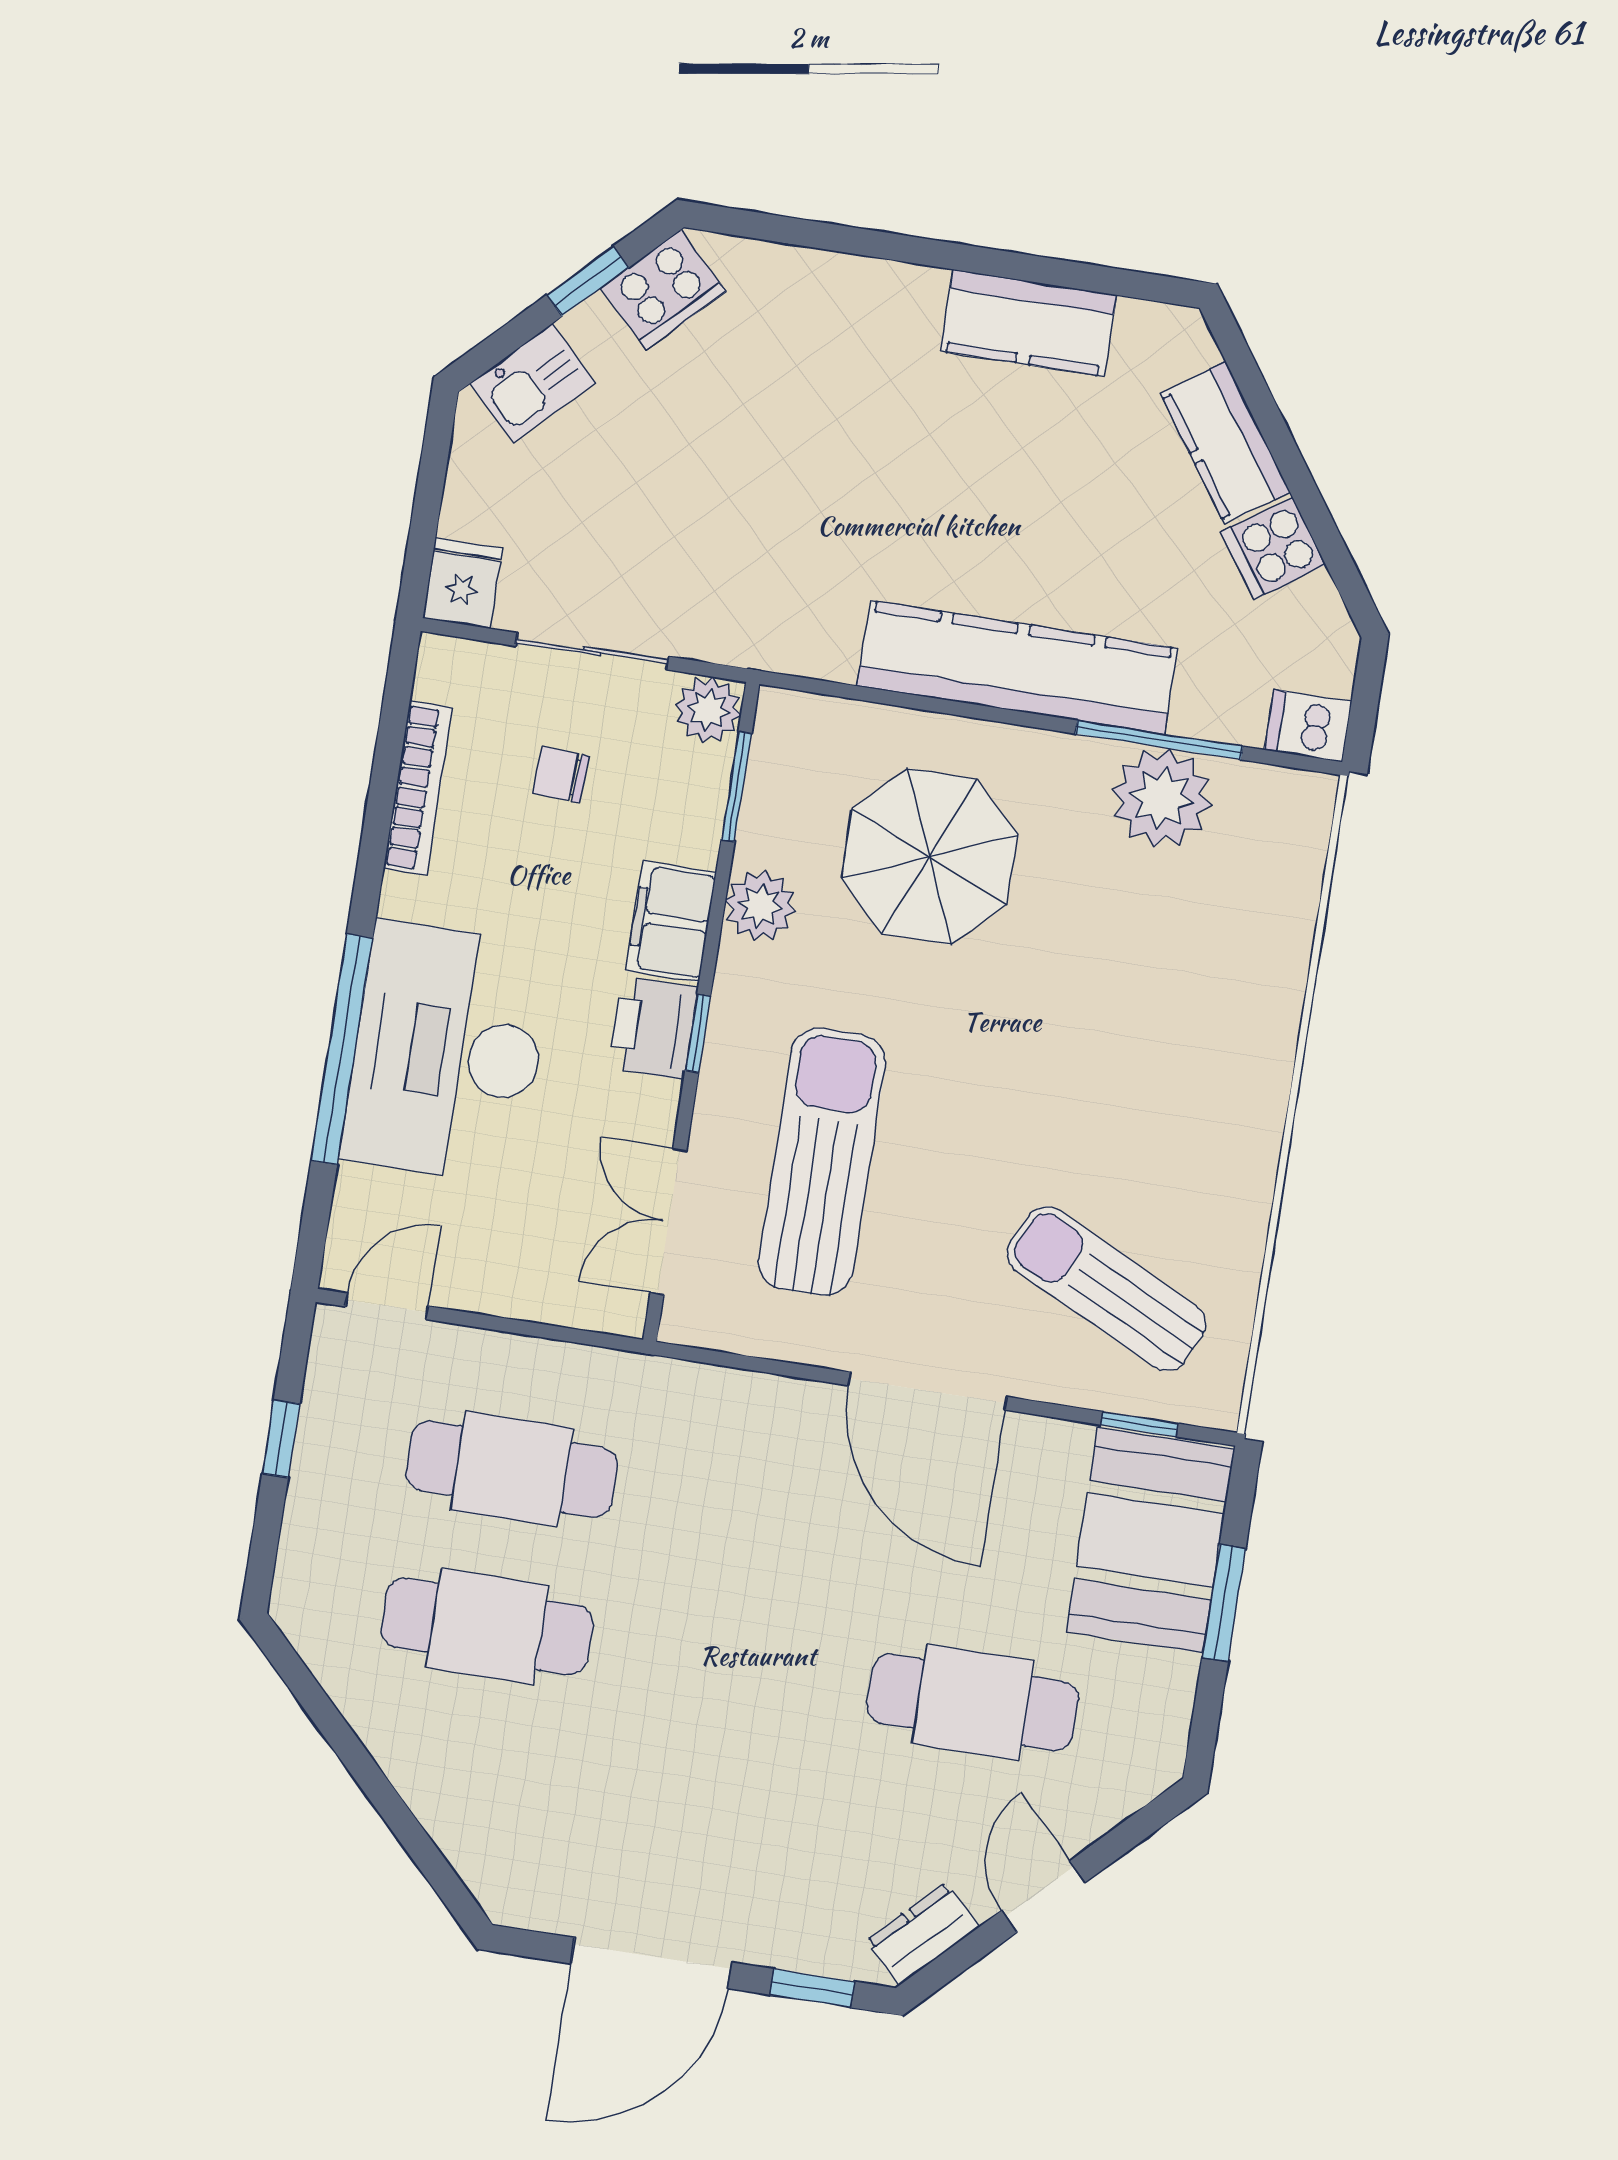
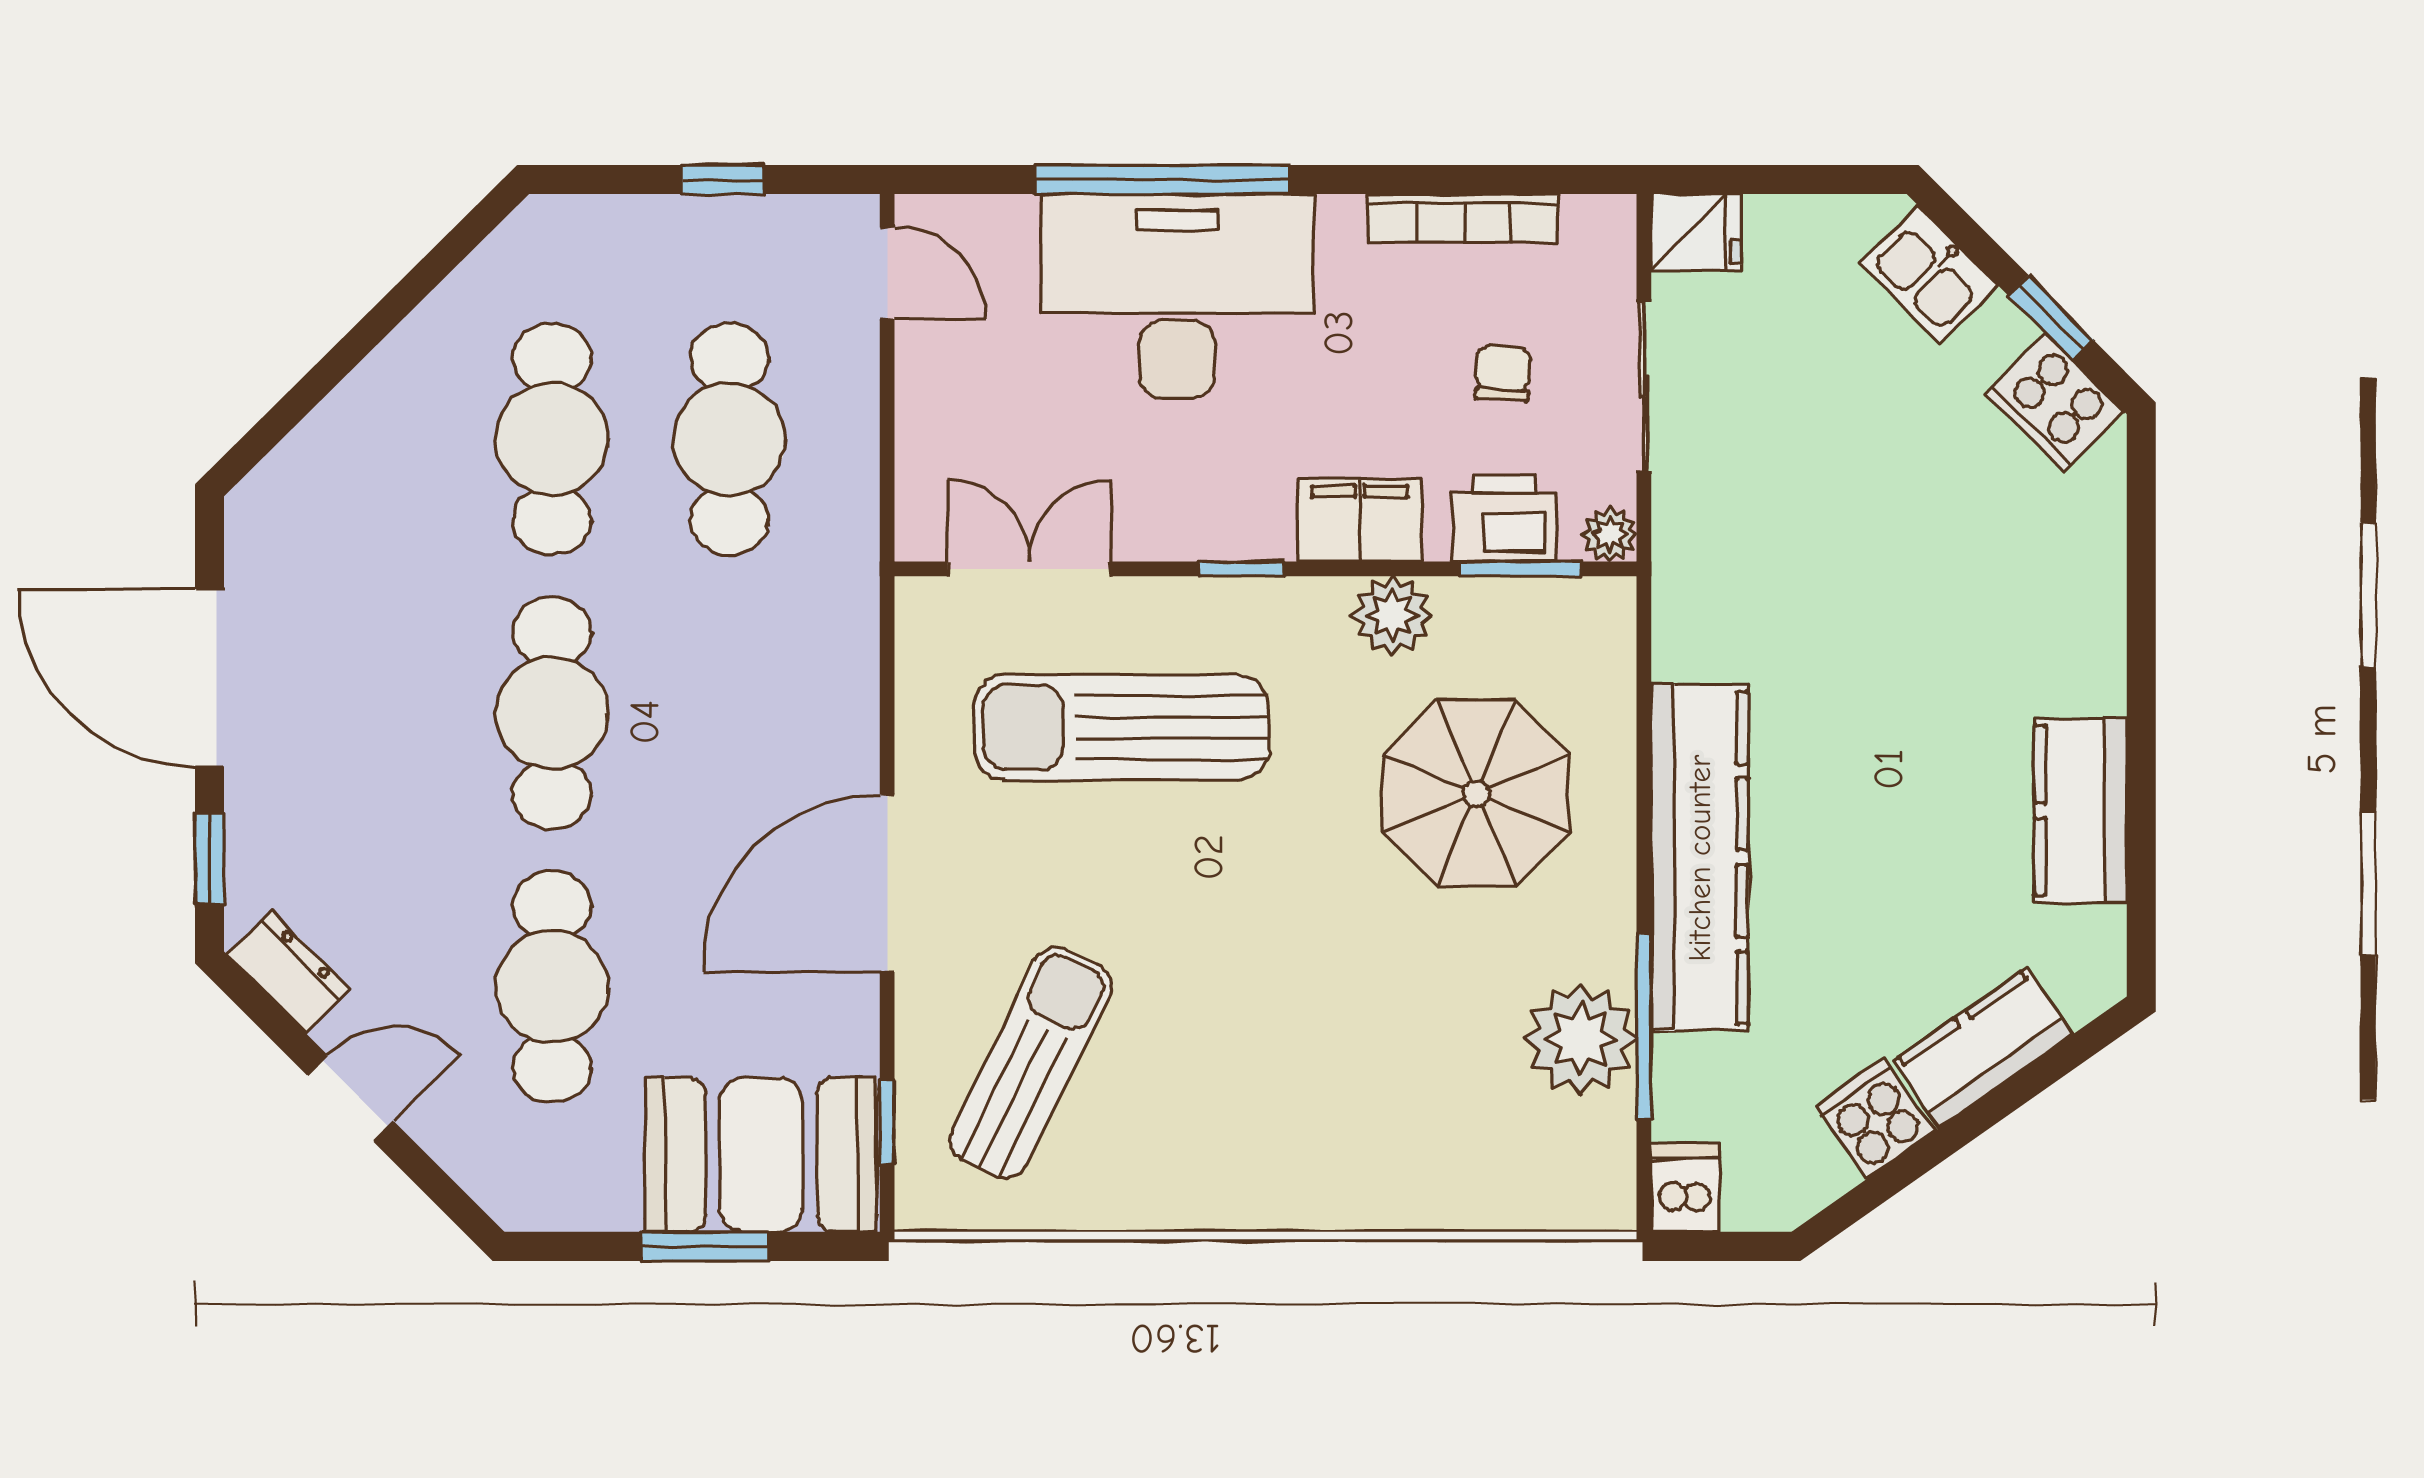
plant: (708, 710) -> (1610, 534), width x0.73, depth x0.73
printer: (653, 1028) -> (1504, 518), moved
sun lounger: (822, 1162) -> (1121, 728), turned 180
cafe table: (730, 1664) -> (552, 713), added

